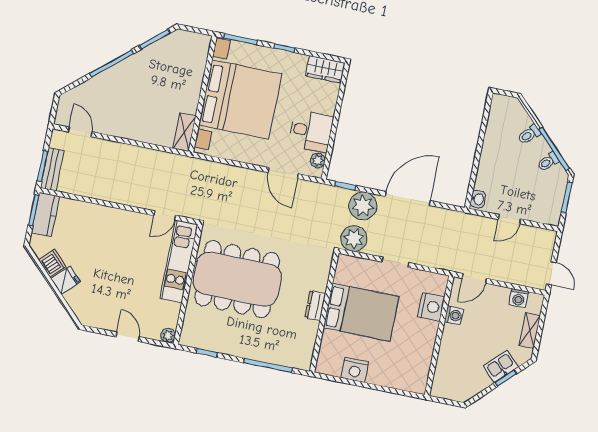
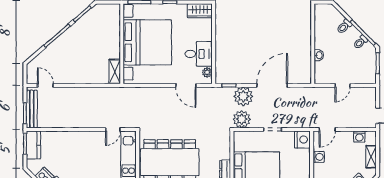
bench: (52, 169) -> (32, 109), width x1.36
washbasin: (478, 199) -> (319, 55), moved
nightstand: (431, 307) -> (302, 140), moved

